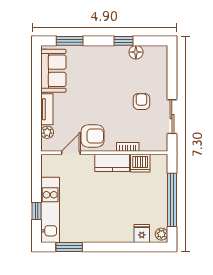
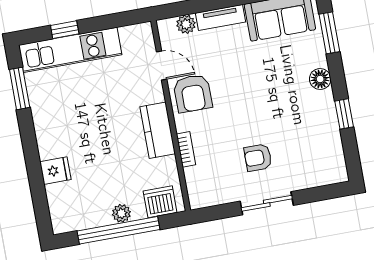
floor lamp: (136, 52) -> (320, 79), moved
armchair: (141, 101) -> (258, 158), turned 180
sliding door: (172, 117) -> (267, 203), moved
dishwasher: (140, 163) -> (160, 202), moved, turned 90
fridge: (142, 234) -> (55, 171), moved
plant: (161, 234) -> (121, 213), moved

